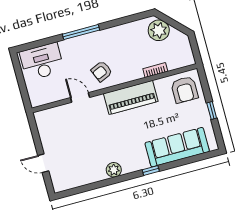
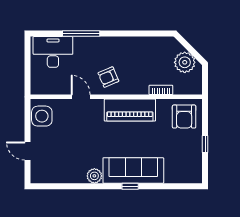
plant: (159, 30) -> (185, 62), moved
window: (81, 32) -> (81, 34), moved
side table: (48, 126) -> (42, 116), added
sofa: (177, 147) -> (133, 170), moved

